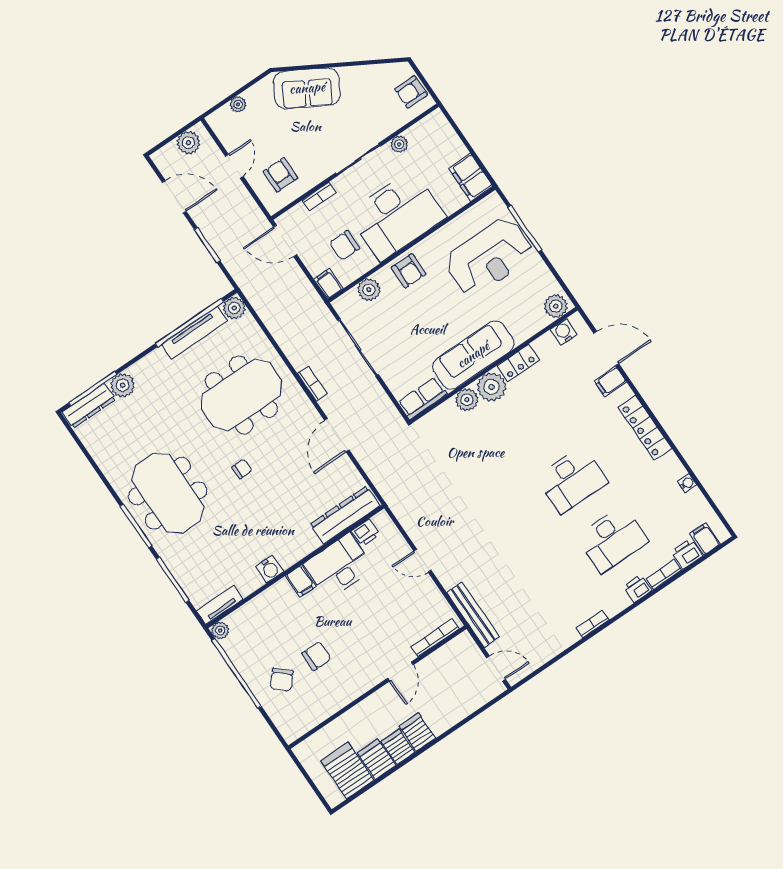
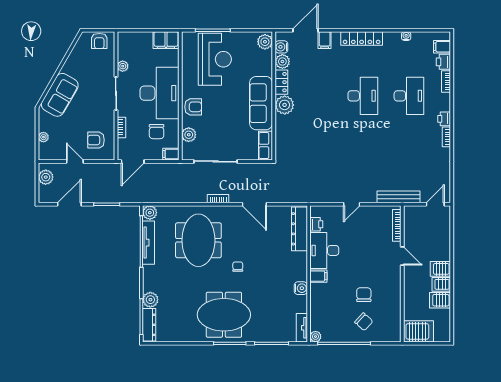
plant: (467, 400) -> (282, 61), moved
printer: (638, 589) -> (444, 119), moved
server rack: (347, 771) -> (419, 331), moved, turned 180

